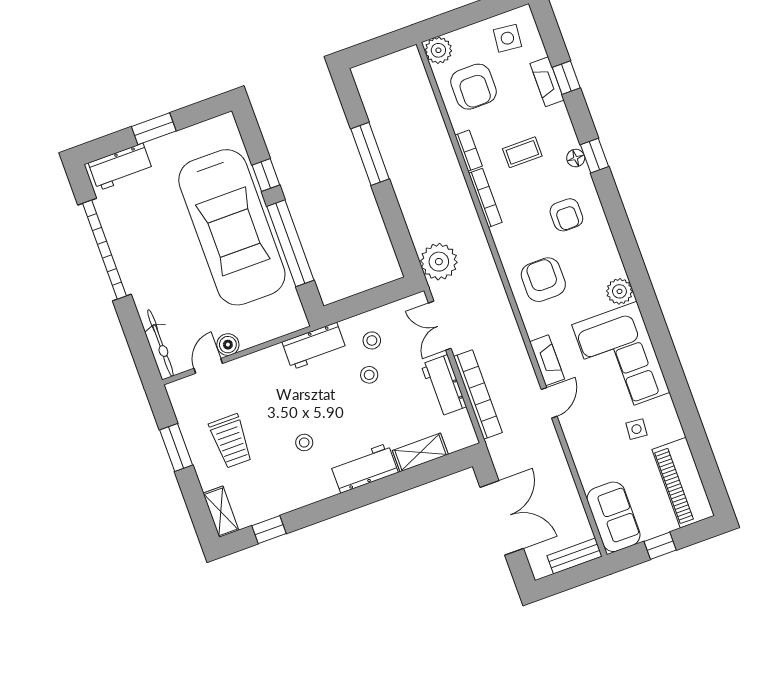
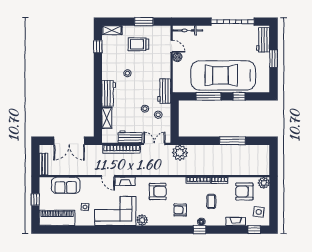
window: (566, 78) -> (254, 230), moved
window: (290, 243) -> (208, 96), width x0.68
sofa: (614, 517) -> (66, 185), moved

